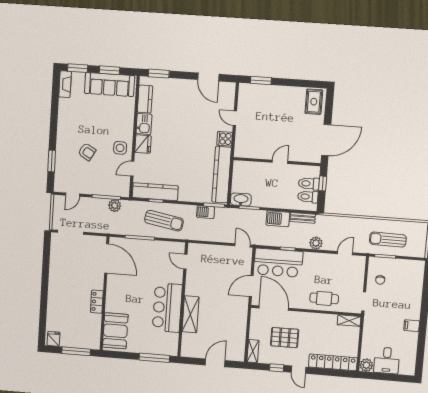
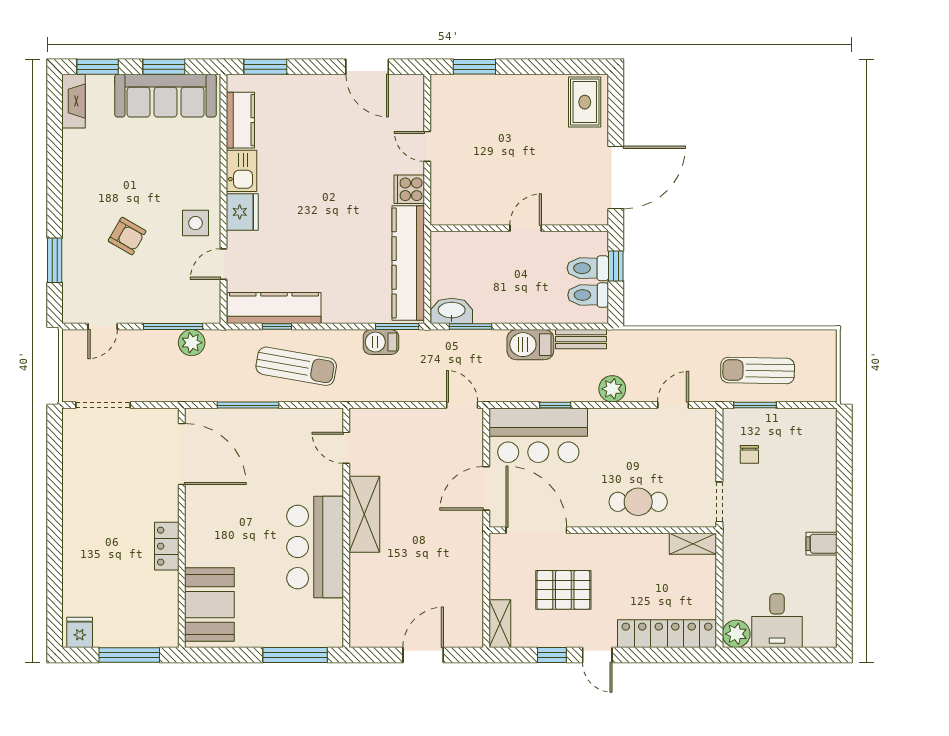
shelving: (190, 314) -> (364, 514), moved

